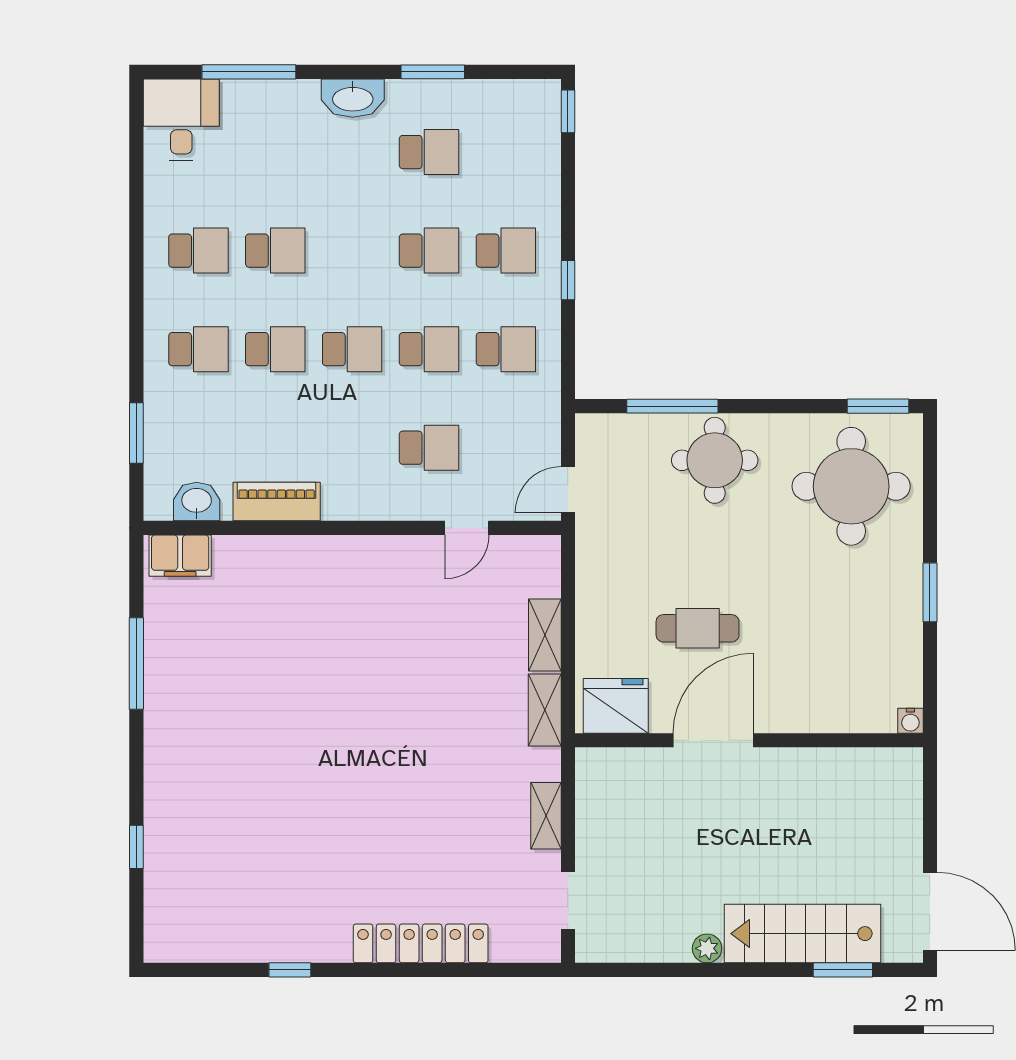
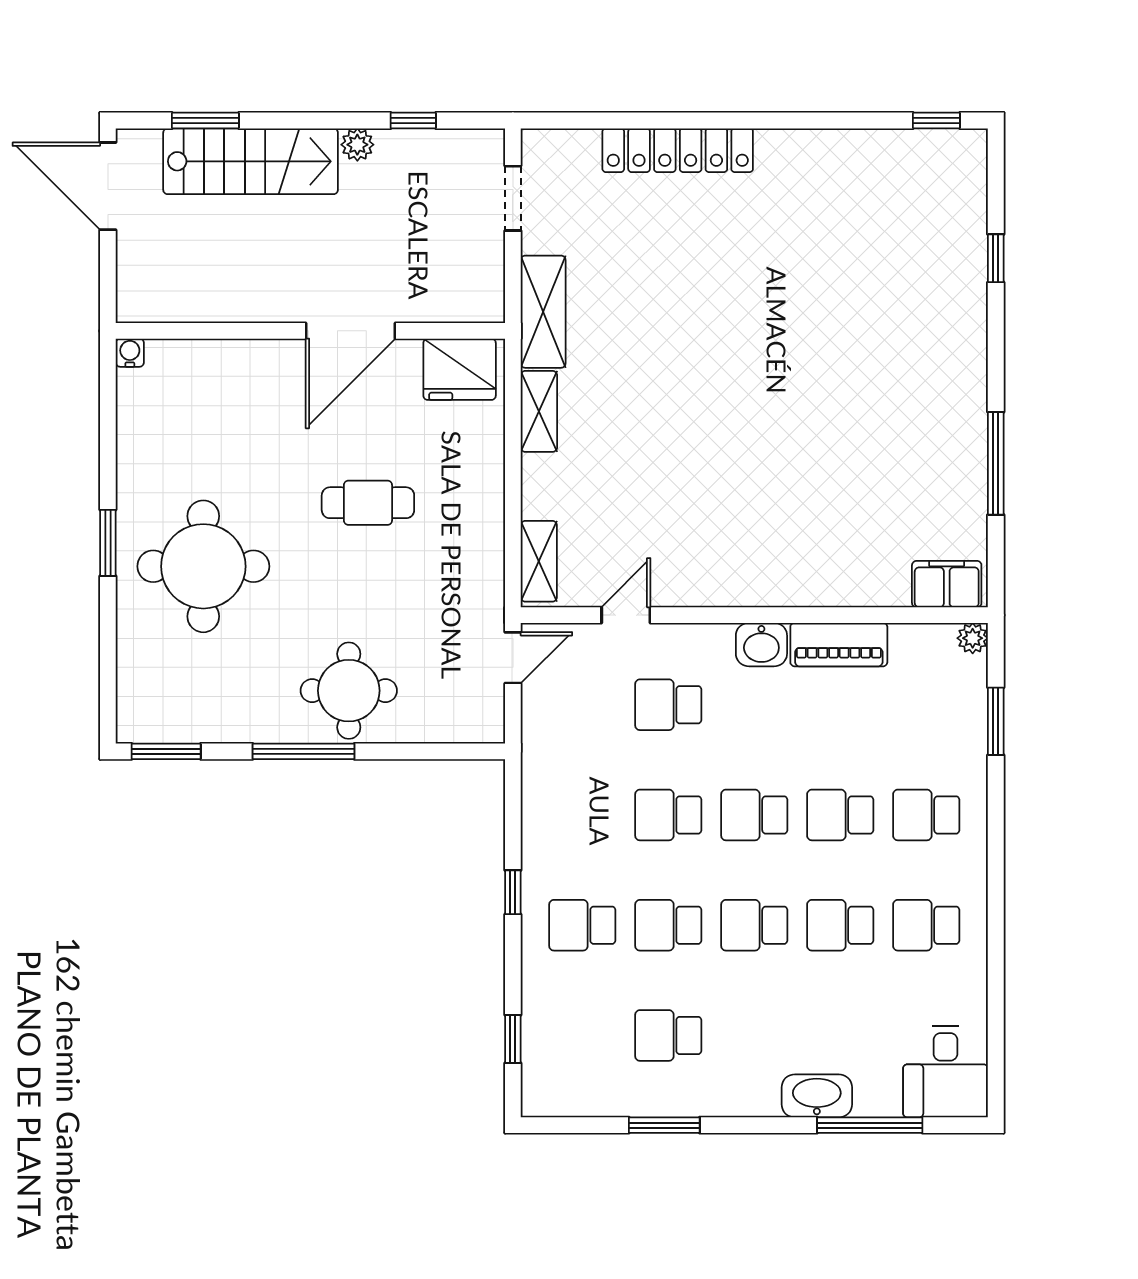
washbasin: (353, 98) -> (817, 1096), moved
window: (568, 111) -> (513, 1039), moved
school desk: (506, 349) -> (754, 925), moved
window: (672, 406) -> (304, 751), moved
round table: (851, 486) -> (203, 566), moved
washbasin: (197, 501) -> (761, 645), moved
plant: (157, 507) -> (973, 638), added
shelving: (545, 635) -> (539, 561), moved
fridge: (616, 706) -> (460, 369), moved
water cooler: (910, 721) -> (130, 353), moved
door: (713, 740) -> (350, 331), moved
wall: (749, 740) -> (310, 331), moved
shelving: (546, 816) -> (543, 312), width x1.50, depth x1.33
window: (290, 970) -> (936, 121), moved
window: (657, 970) -> (413, 121), added

